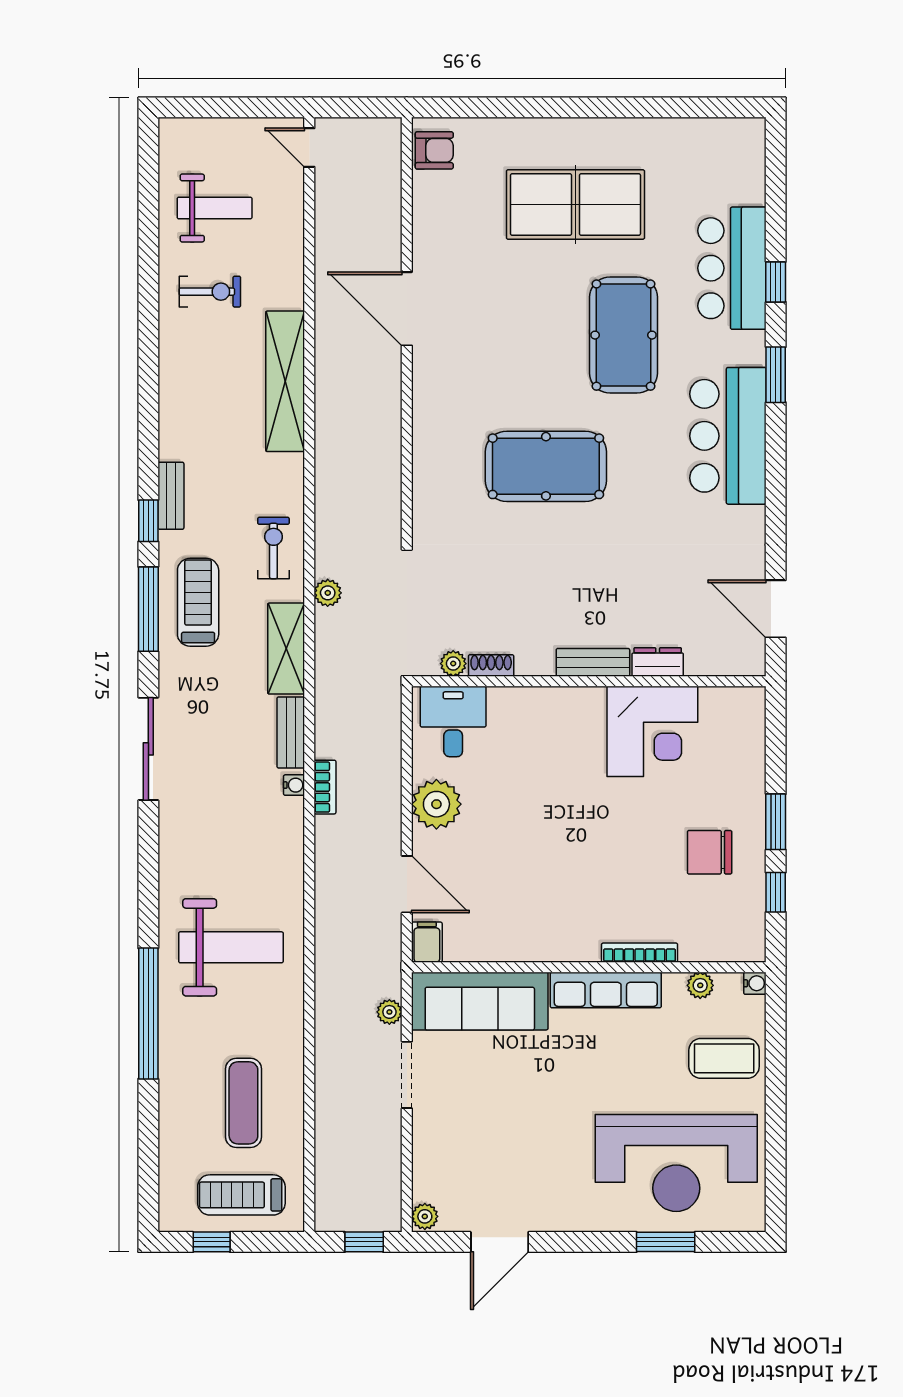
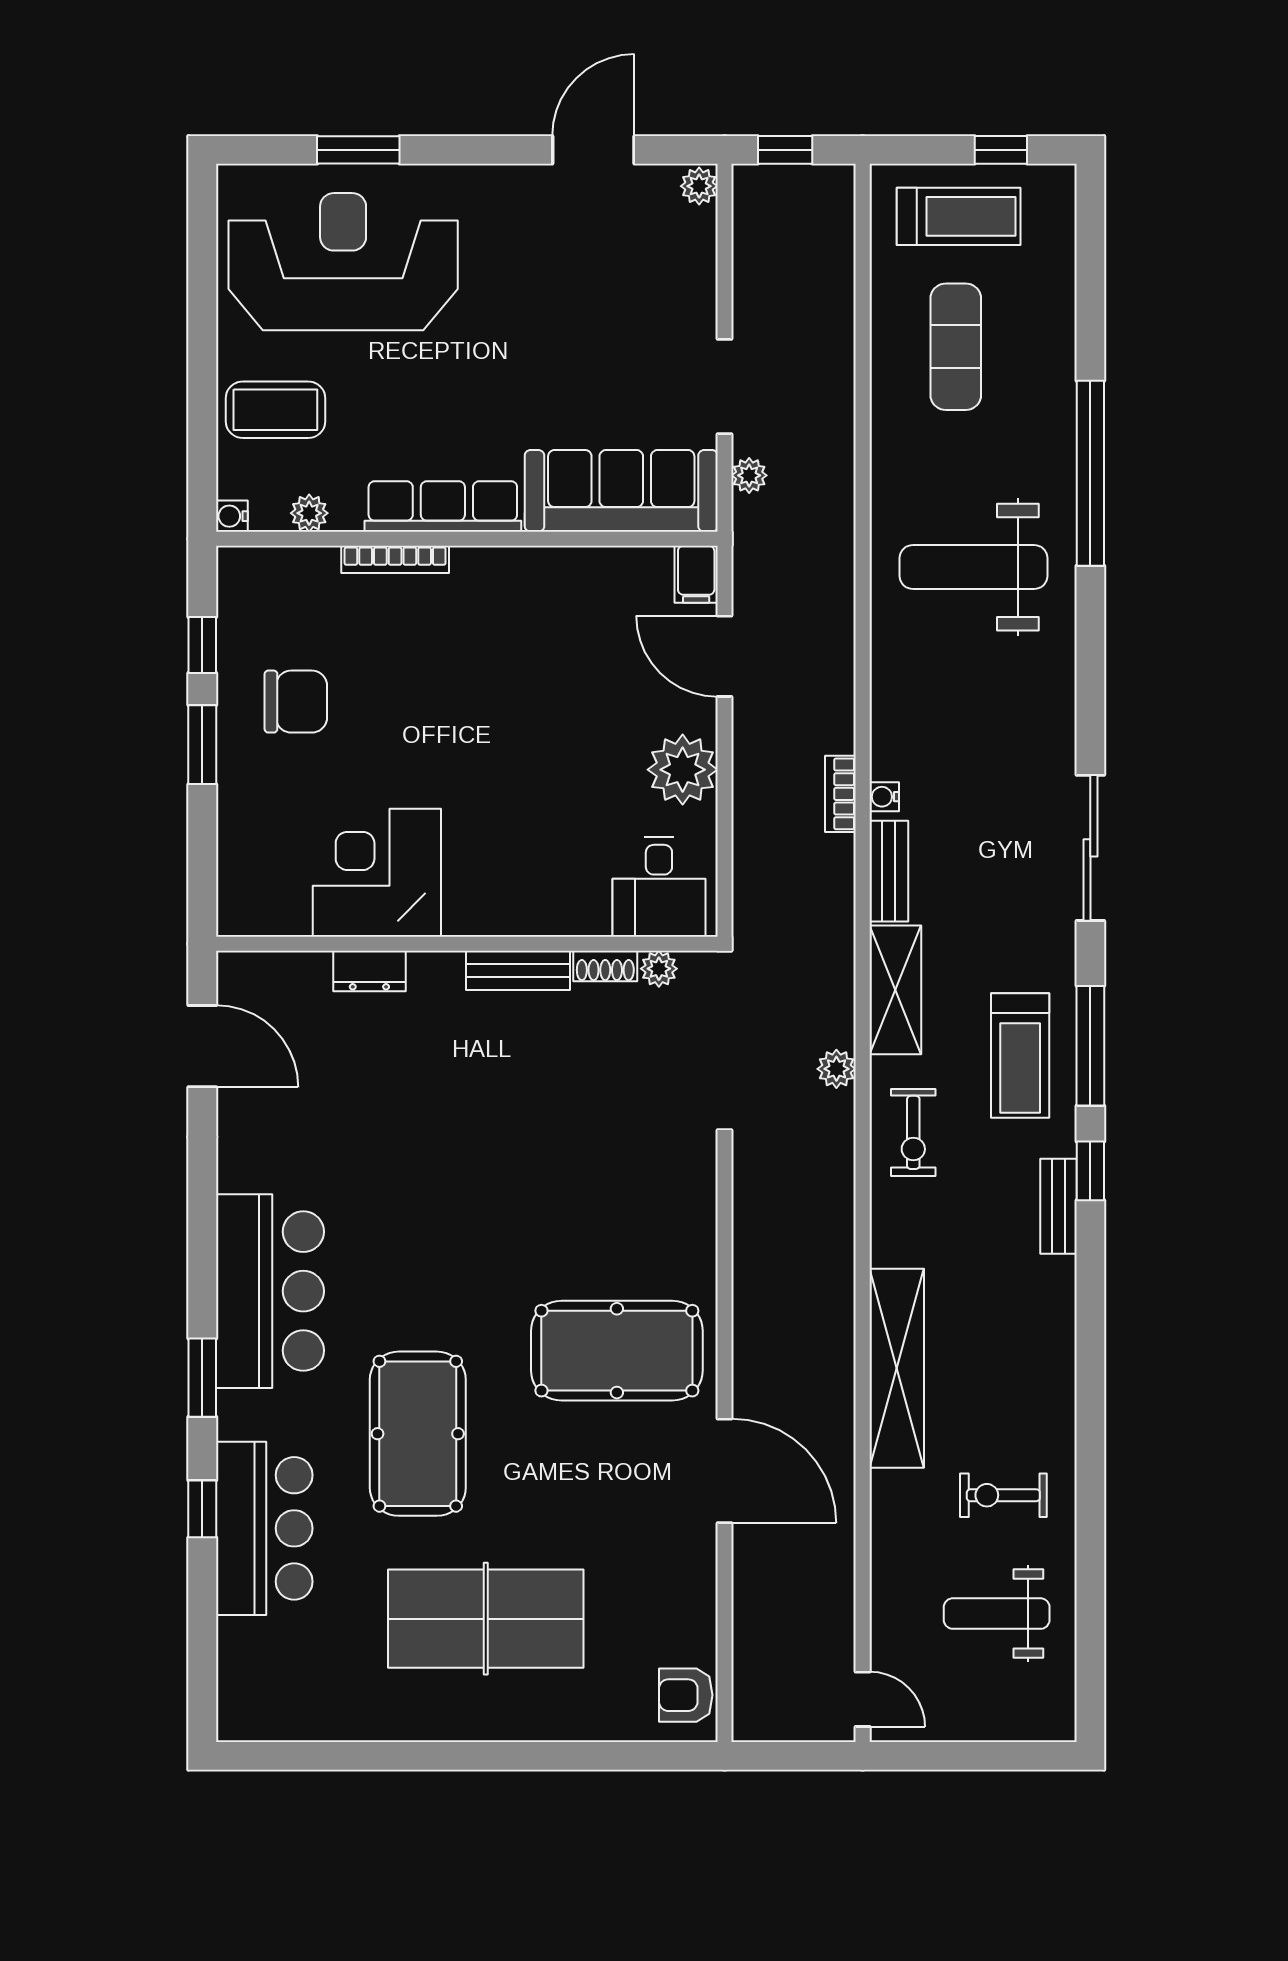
pool table: (546, 466) -> (617, 1351), moved
bench: (593, 662) -> (518, 970), moved

